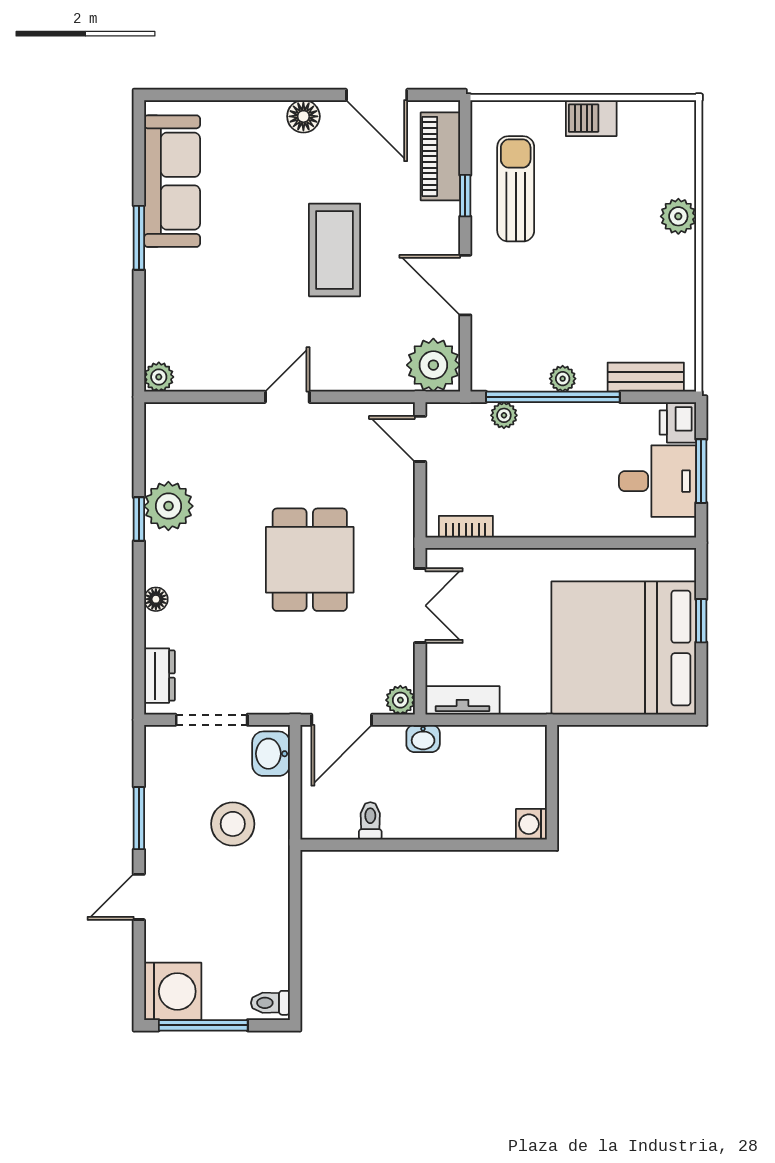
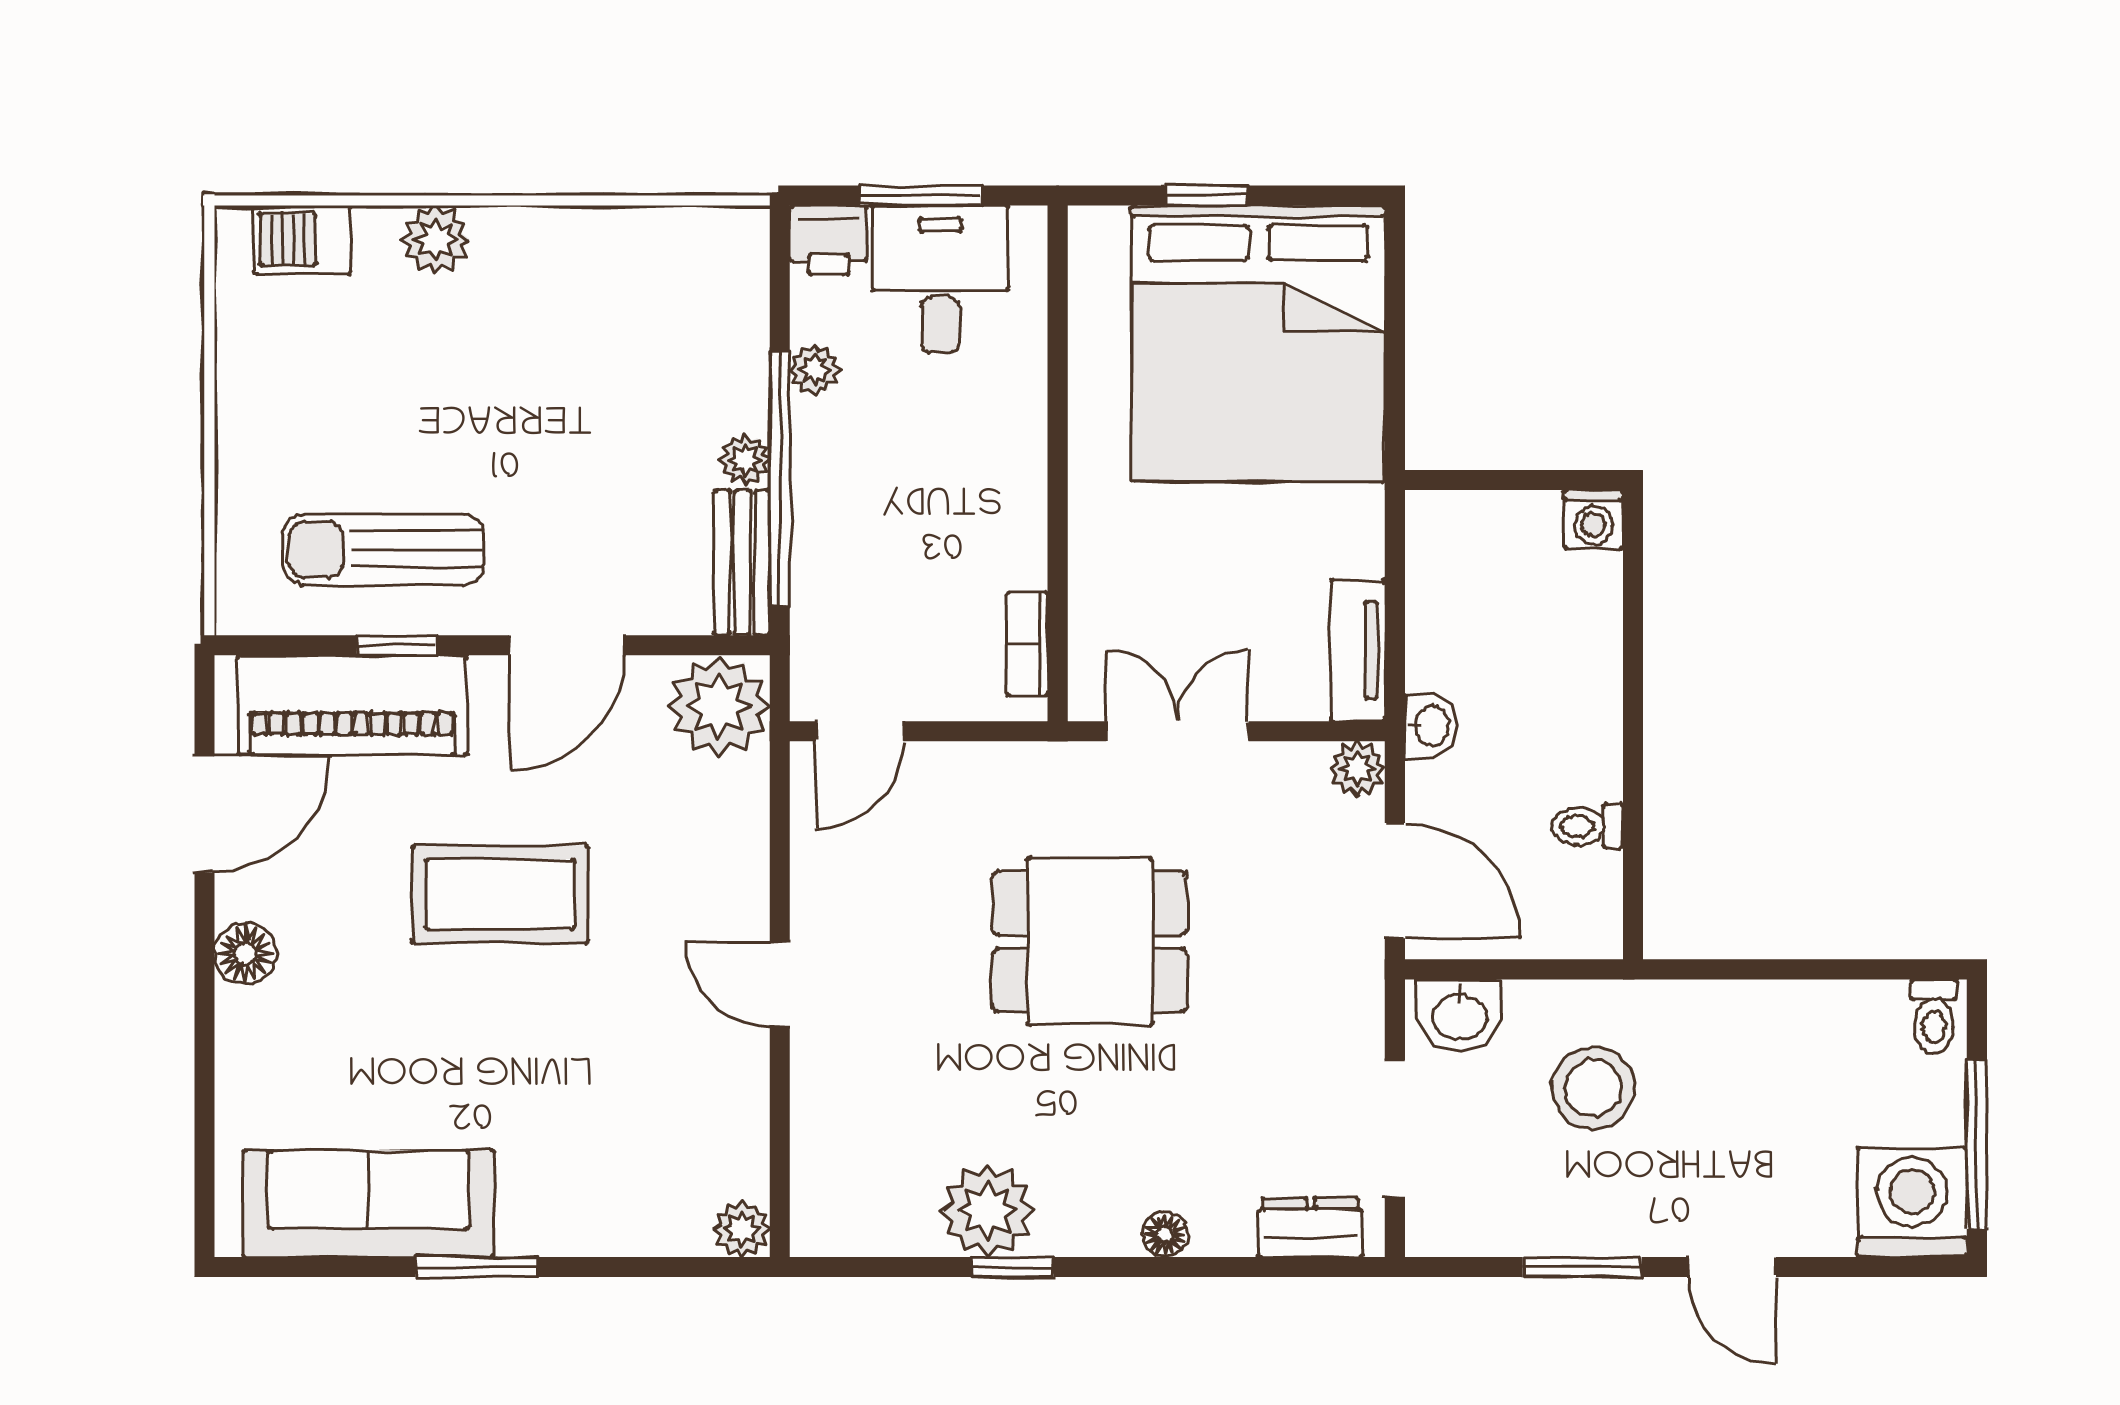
barbecue: (591, 118) -> (302, 240), moved, turned 90
piano: (440, 156) -> (352, 705), width x1.37, depth x1.33
bench: (646, 377) -> (742, 563), moved
plant: (504, 415) -> (815, 370), moved

